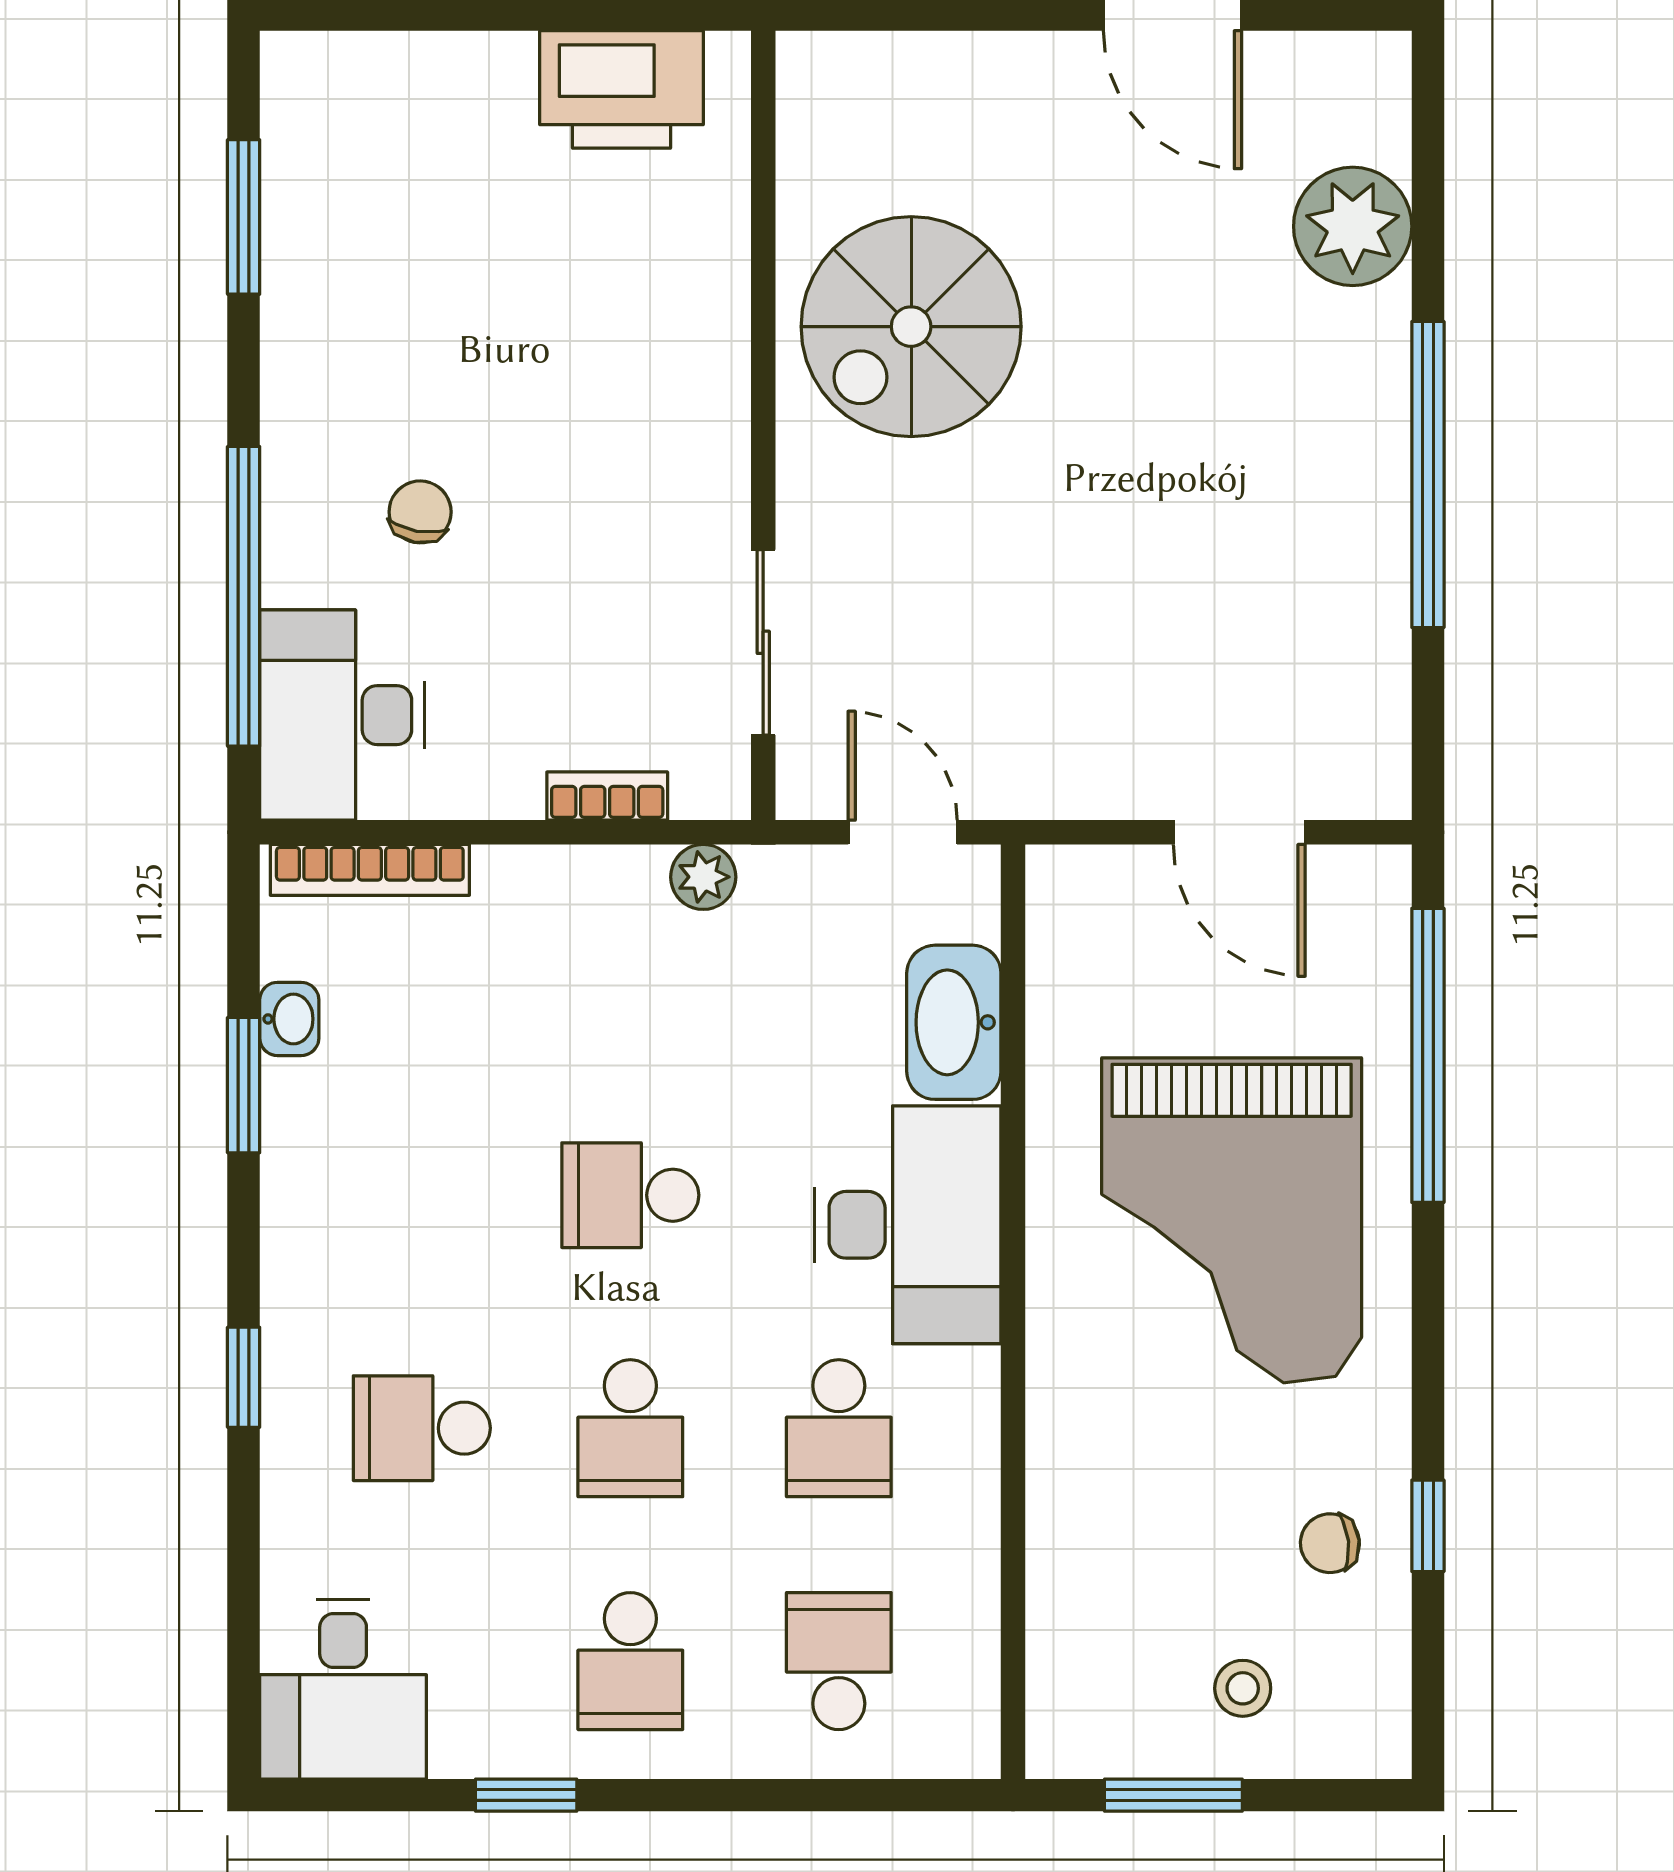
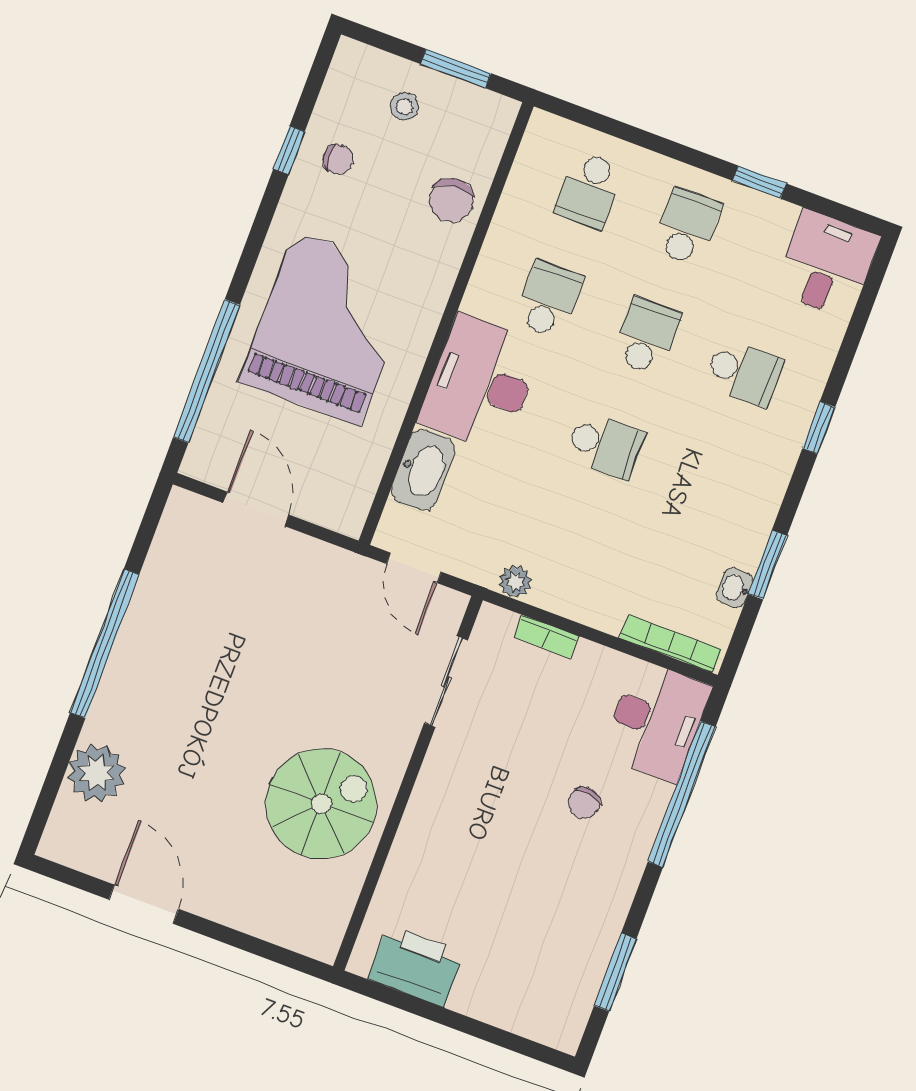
chair: (1090, 1546) -> (451, 200), added

